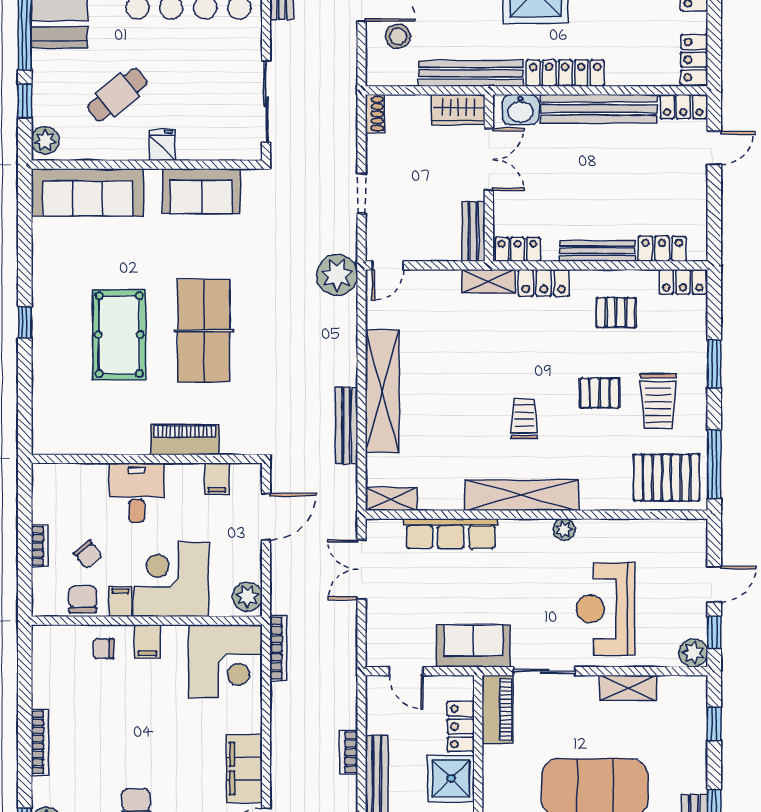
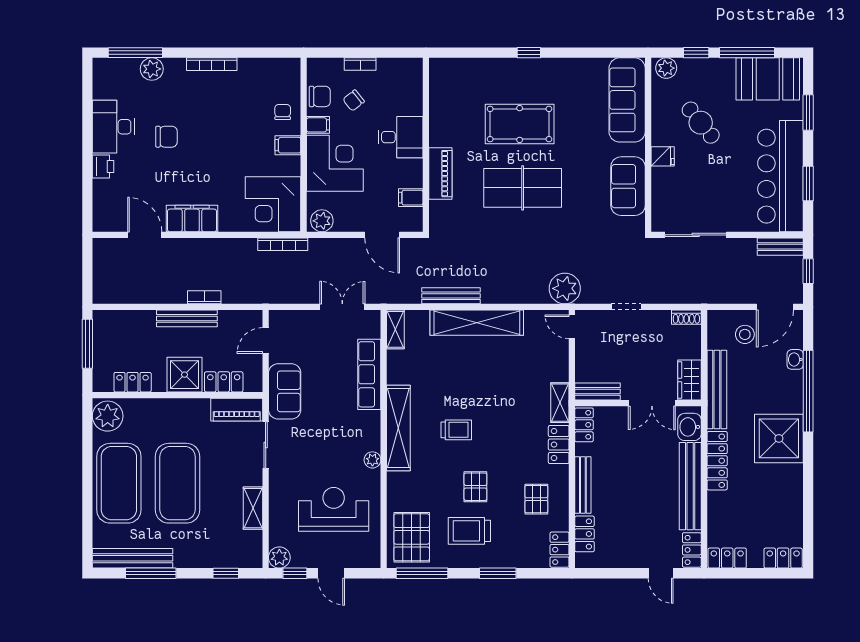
reception desk: (605, 609) -> (334, 509), moved

